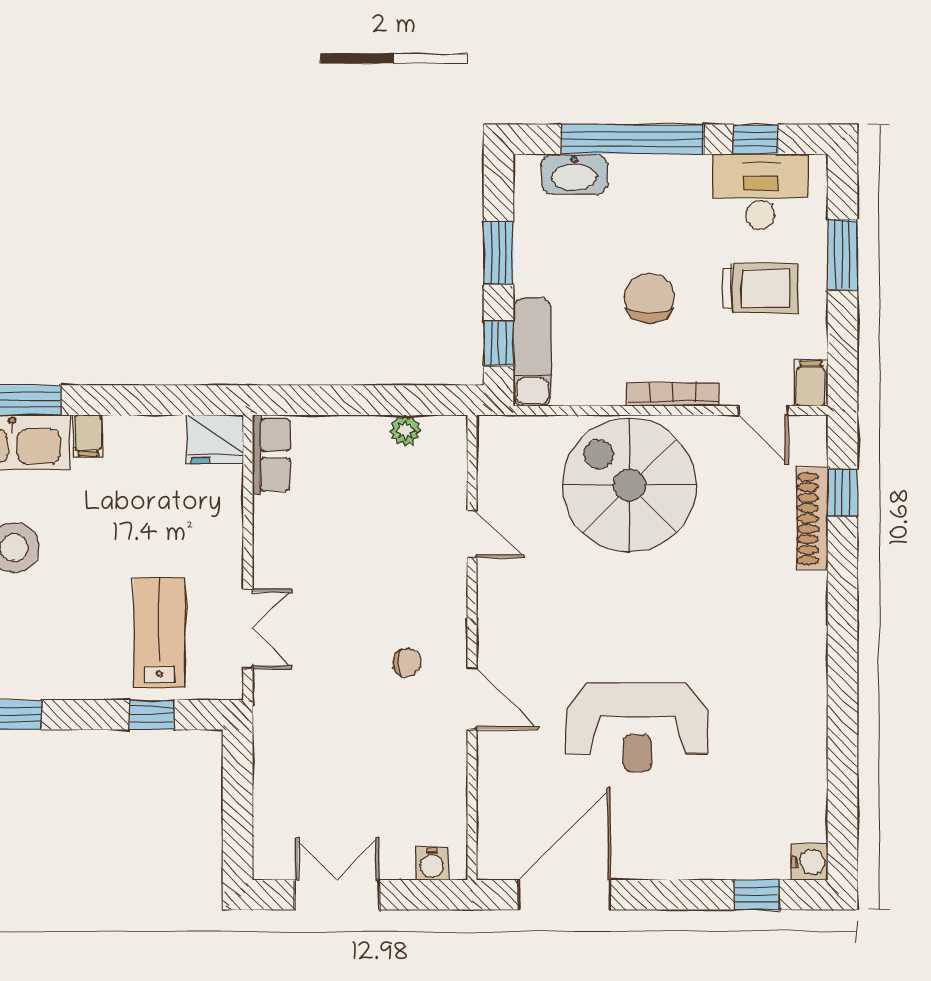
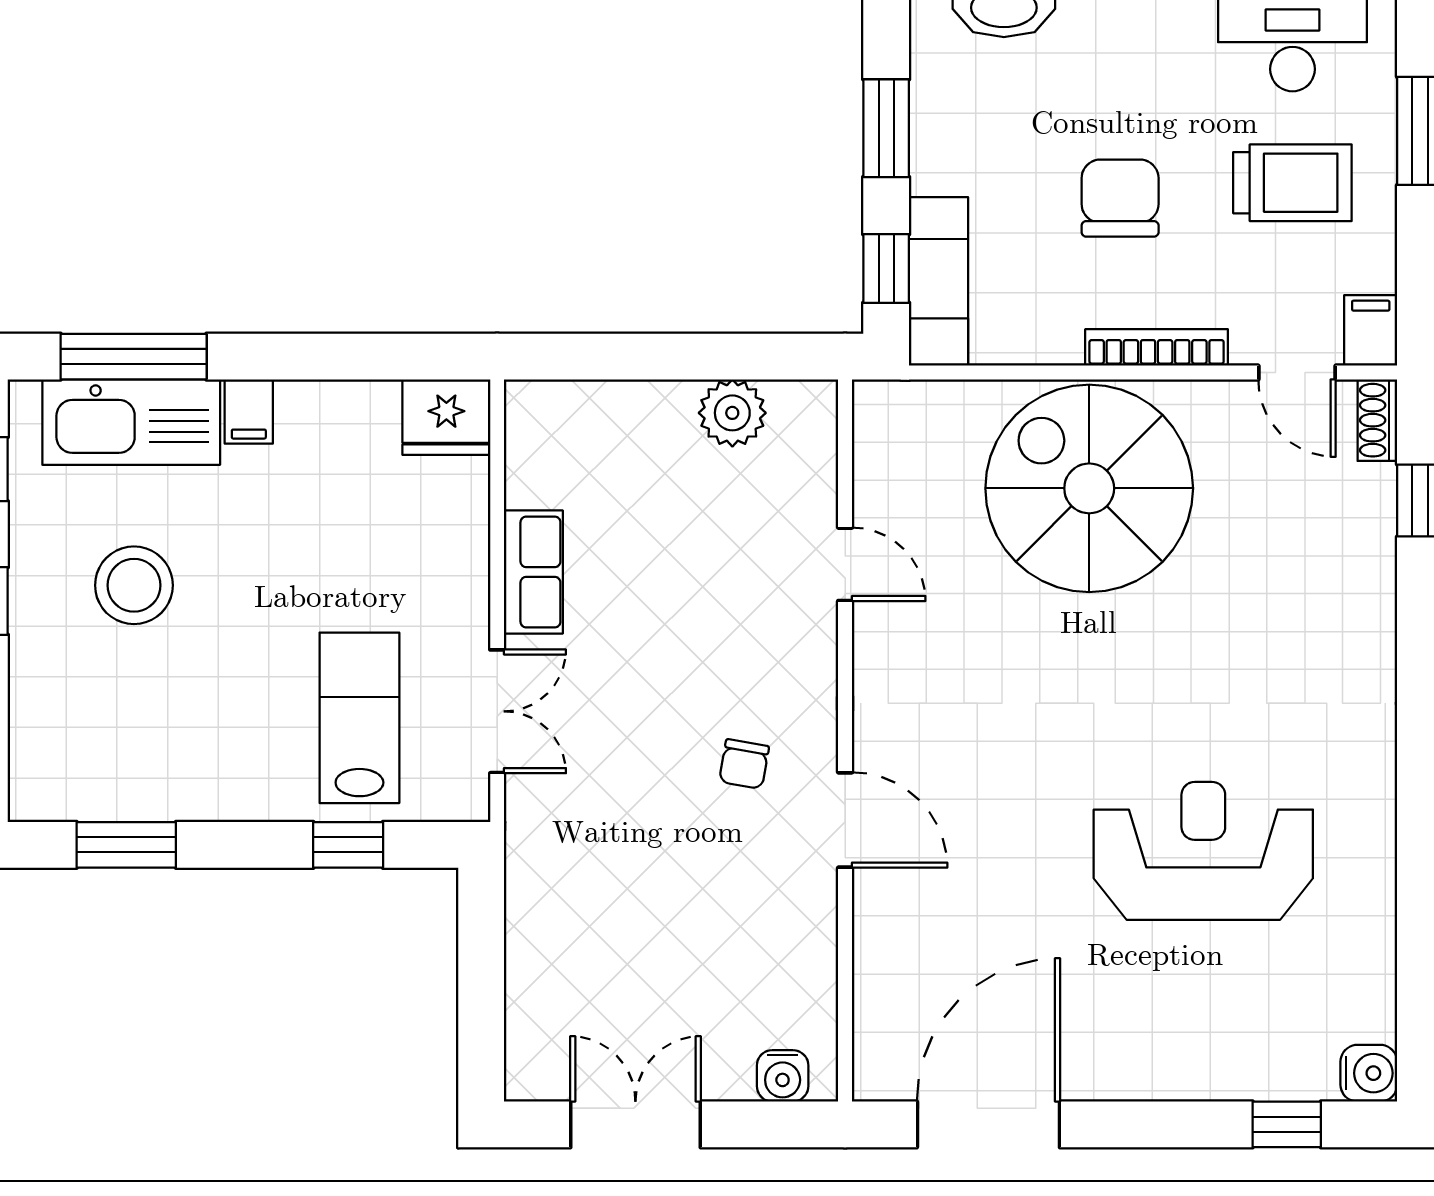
plant: (405, 431) -> (732, 413), width x1.38, depth x1.38
row of seats: (271, 455) -> (533, 572), moved
shoe rack: (812, 519) -> (1377, 420), moved, width x0.51, depth x0.81
chair: (407, 663) -> (744, 764), turned 100
reception desk: (637, 727) -> (1203, 851), moved, turned 180

